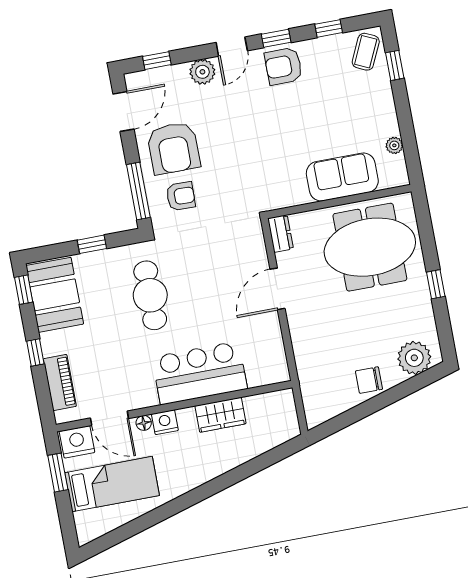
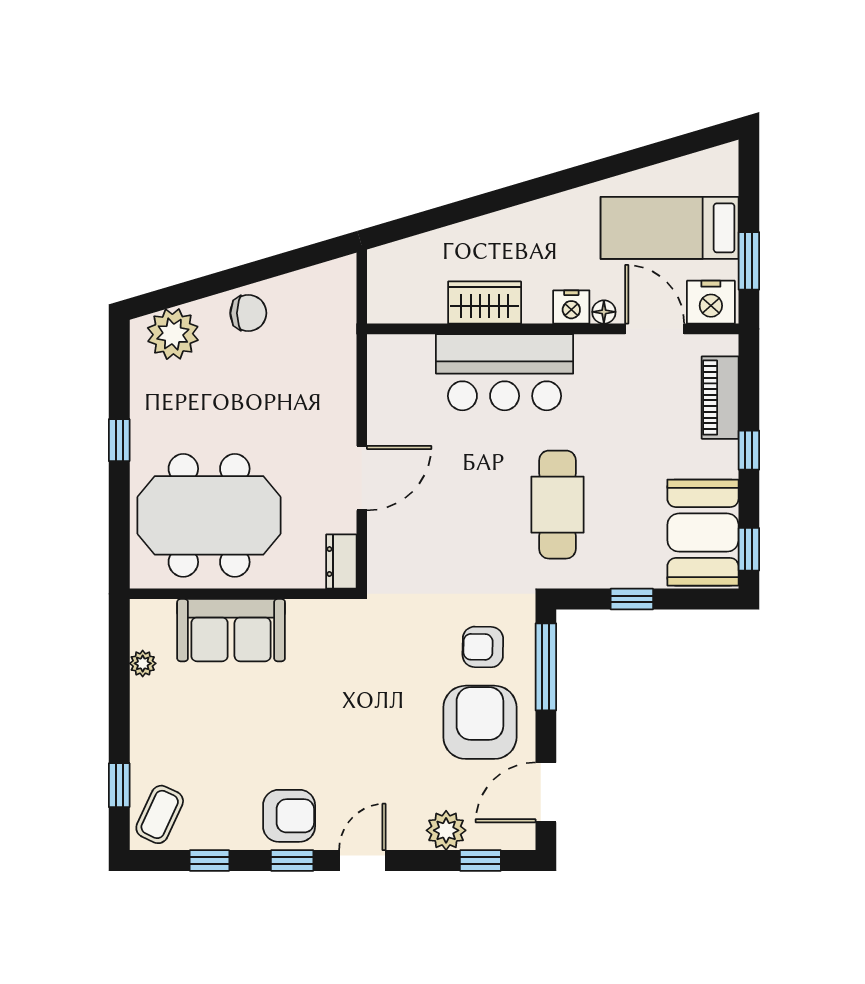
plant: (202, 72) -> (446, 830), moved

